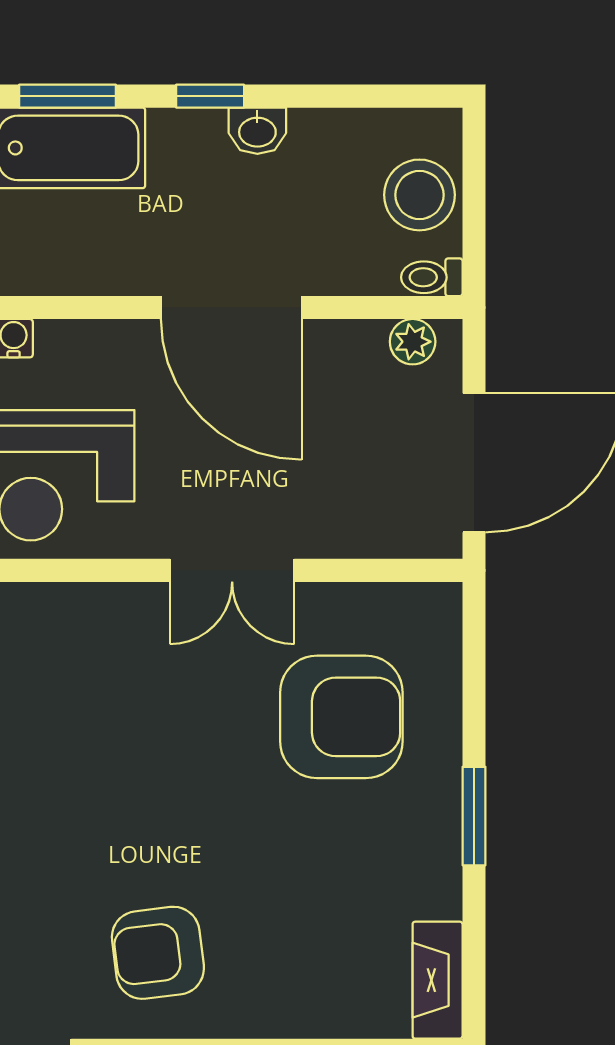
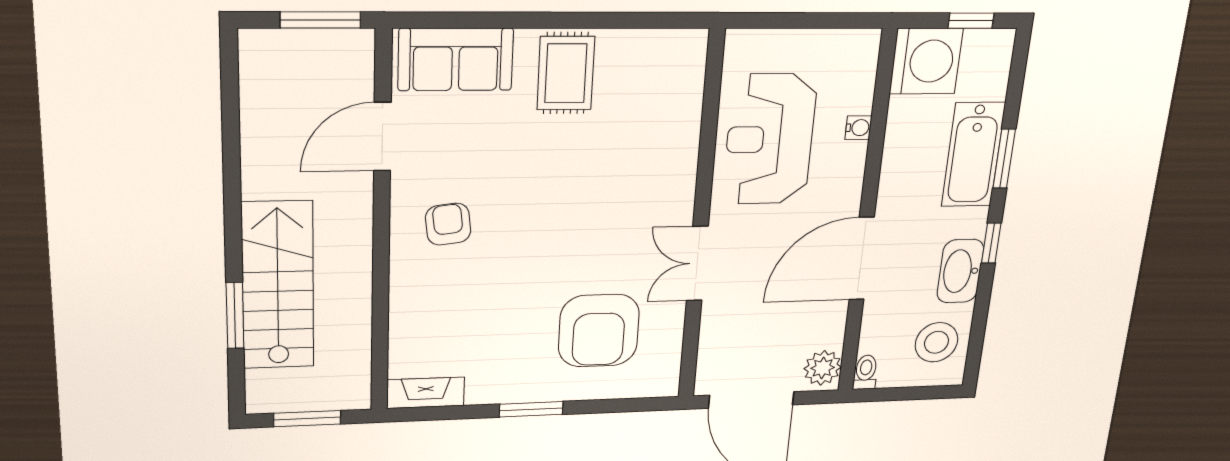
washbasin: (257, 131) -> (960, 271), width x1.91, depth x1.45
stool: (419, 195) -> (936, 342), moved
plant: (413, 342) -> (823, 368), width x1.38, depth x1.38
armchair: (158, 953) -> (448, 224), width x0.72, depth x0.72

